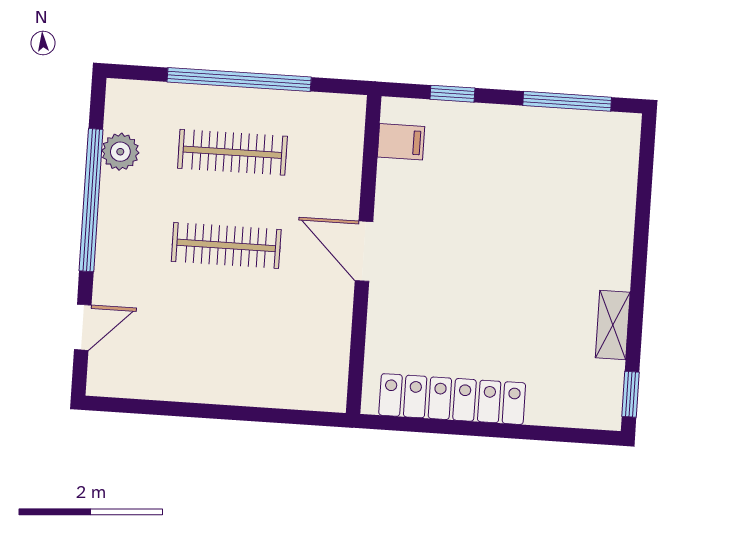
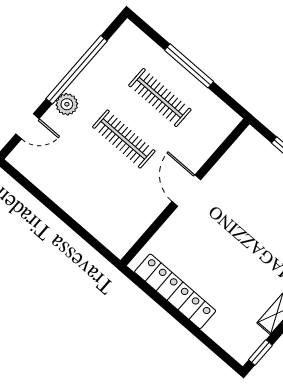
window: (239, 79) -> (189, 66), width x0.68
filing cabinet: (401, 142) -> (243, 153), removed
plant: (120, 152) -> (67, 104), moved

